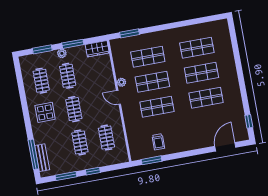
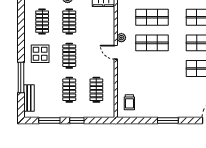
shop shelf: (157, 107) -> (152, 68), removed
trolley: (158, 142) -> (129, 102), moved
window: (33, 154) -> (21, 78), moved
window: (151, 160) -> (168, 121), moved

